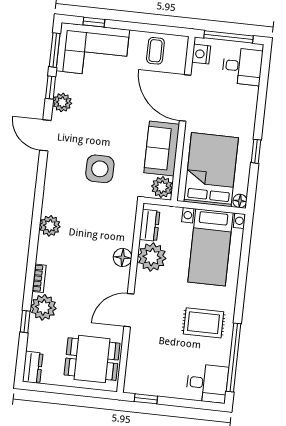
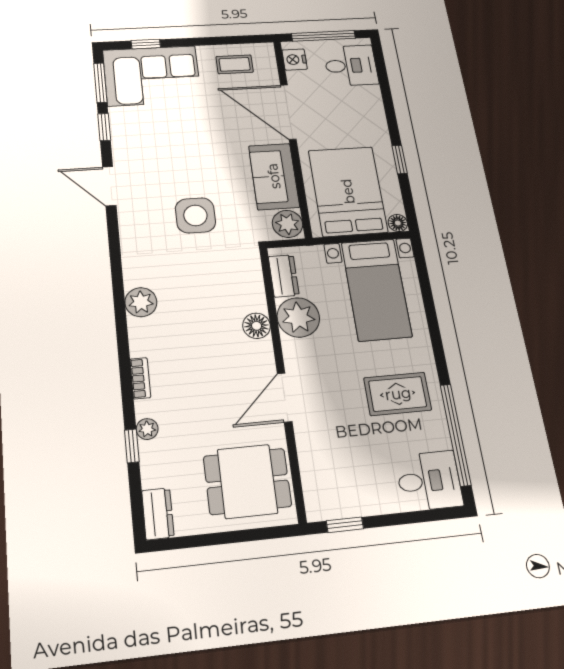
coffee table: (155, 51) -> (235, 64), turned 90
plant: (62, 102) -> (124, 142), removed
plant: (44, 307) -> (147, 429), width x0.53, depth x0.53

